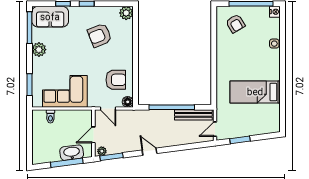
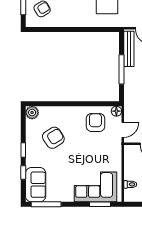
armchair: (100, 35) -> (53, 138), turned -101
plant: (39, 50) -> (67, 195), removed
corner sofa: (65, 91) -> (96, 187), moved, turned 90
window: (172, 107) -> (122, 69), width x0.68

